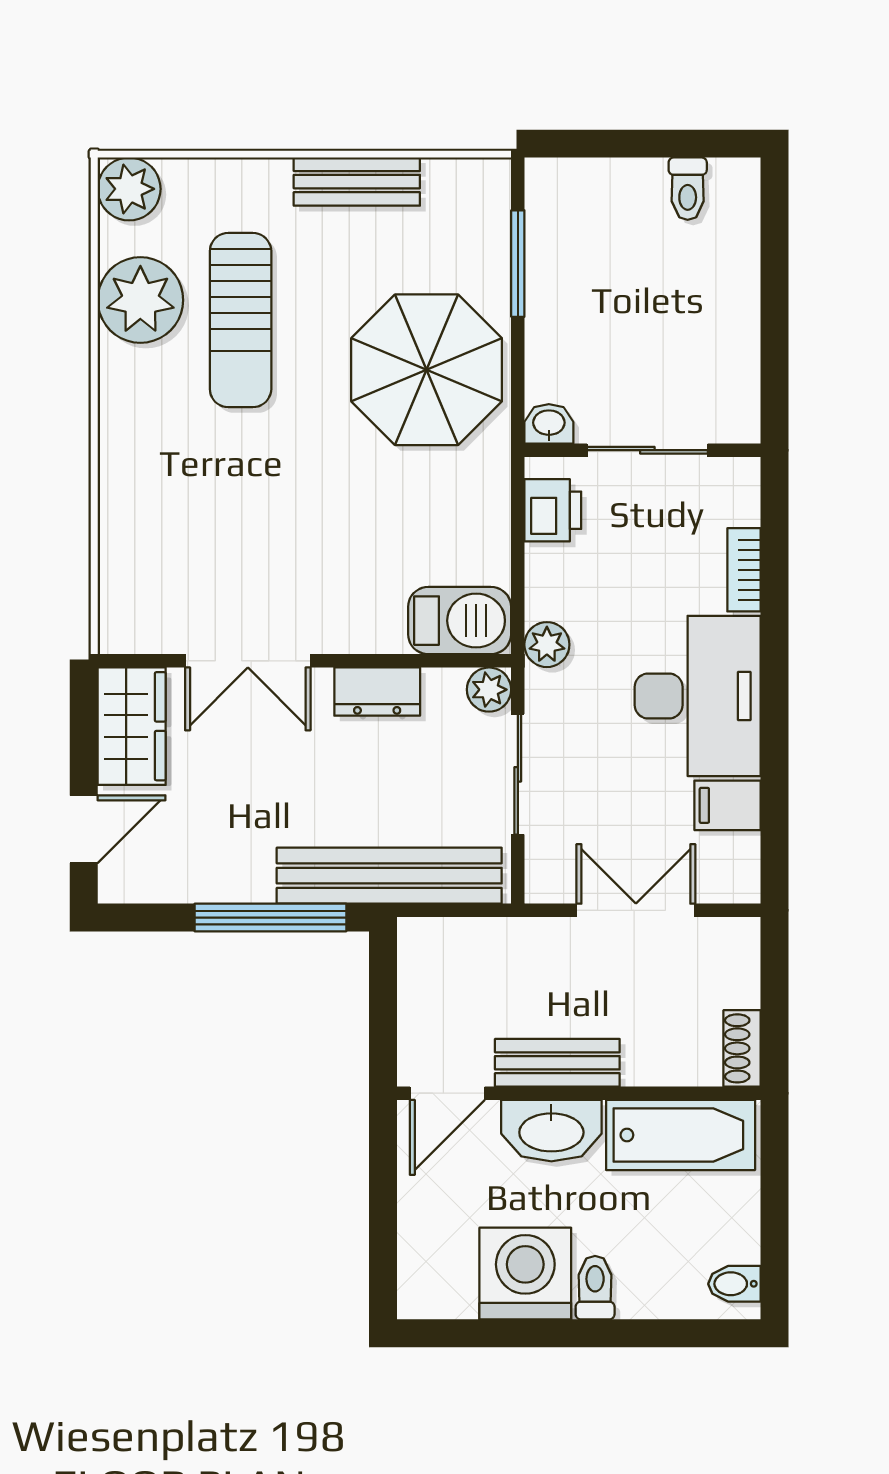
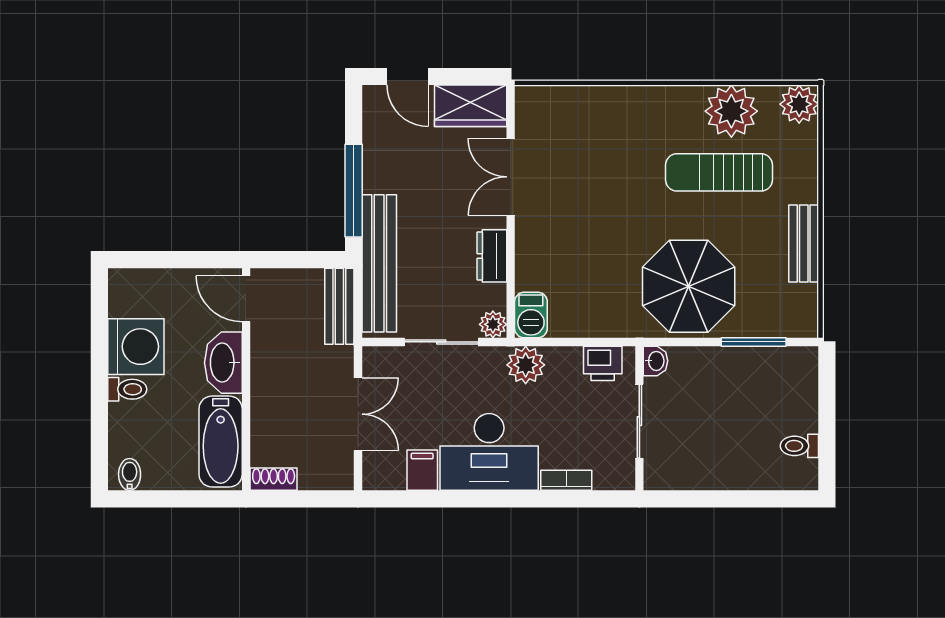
barbecue: (460, 621) -> (531, 315), width x0.73, depth x0.79
plant: (547, 645) -> (526, 365), width x1.38, depth x1.38
bench: (557, 1063) -> (339, 306), moved

